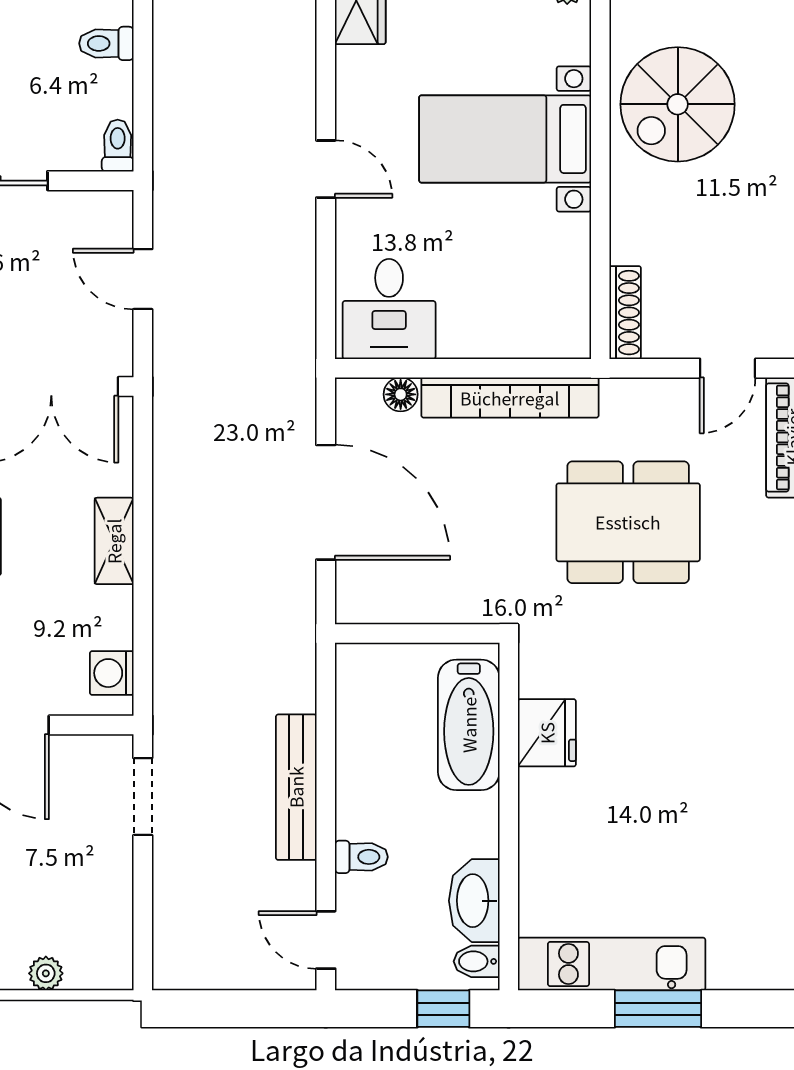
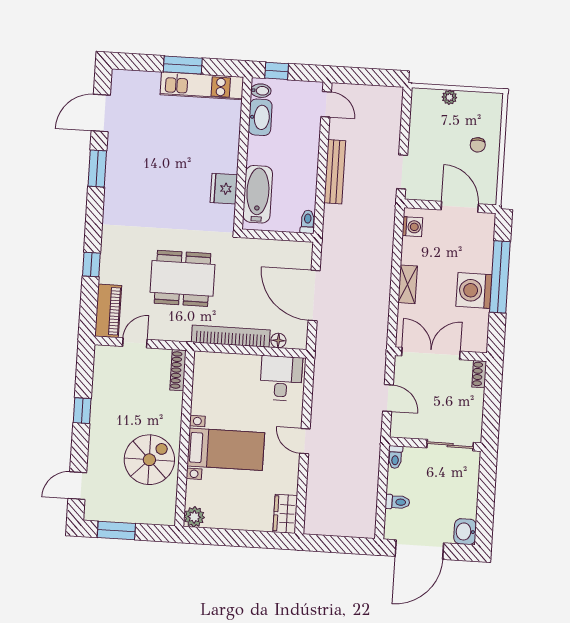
toilet: (361, 857) -> (308, 222), moved, turned 90

